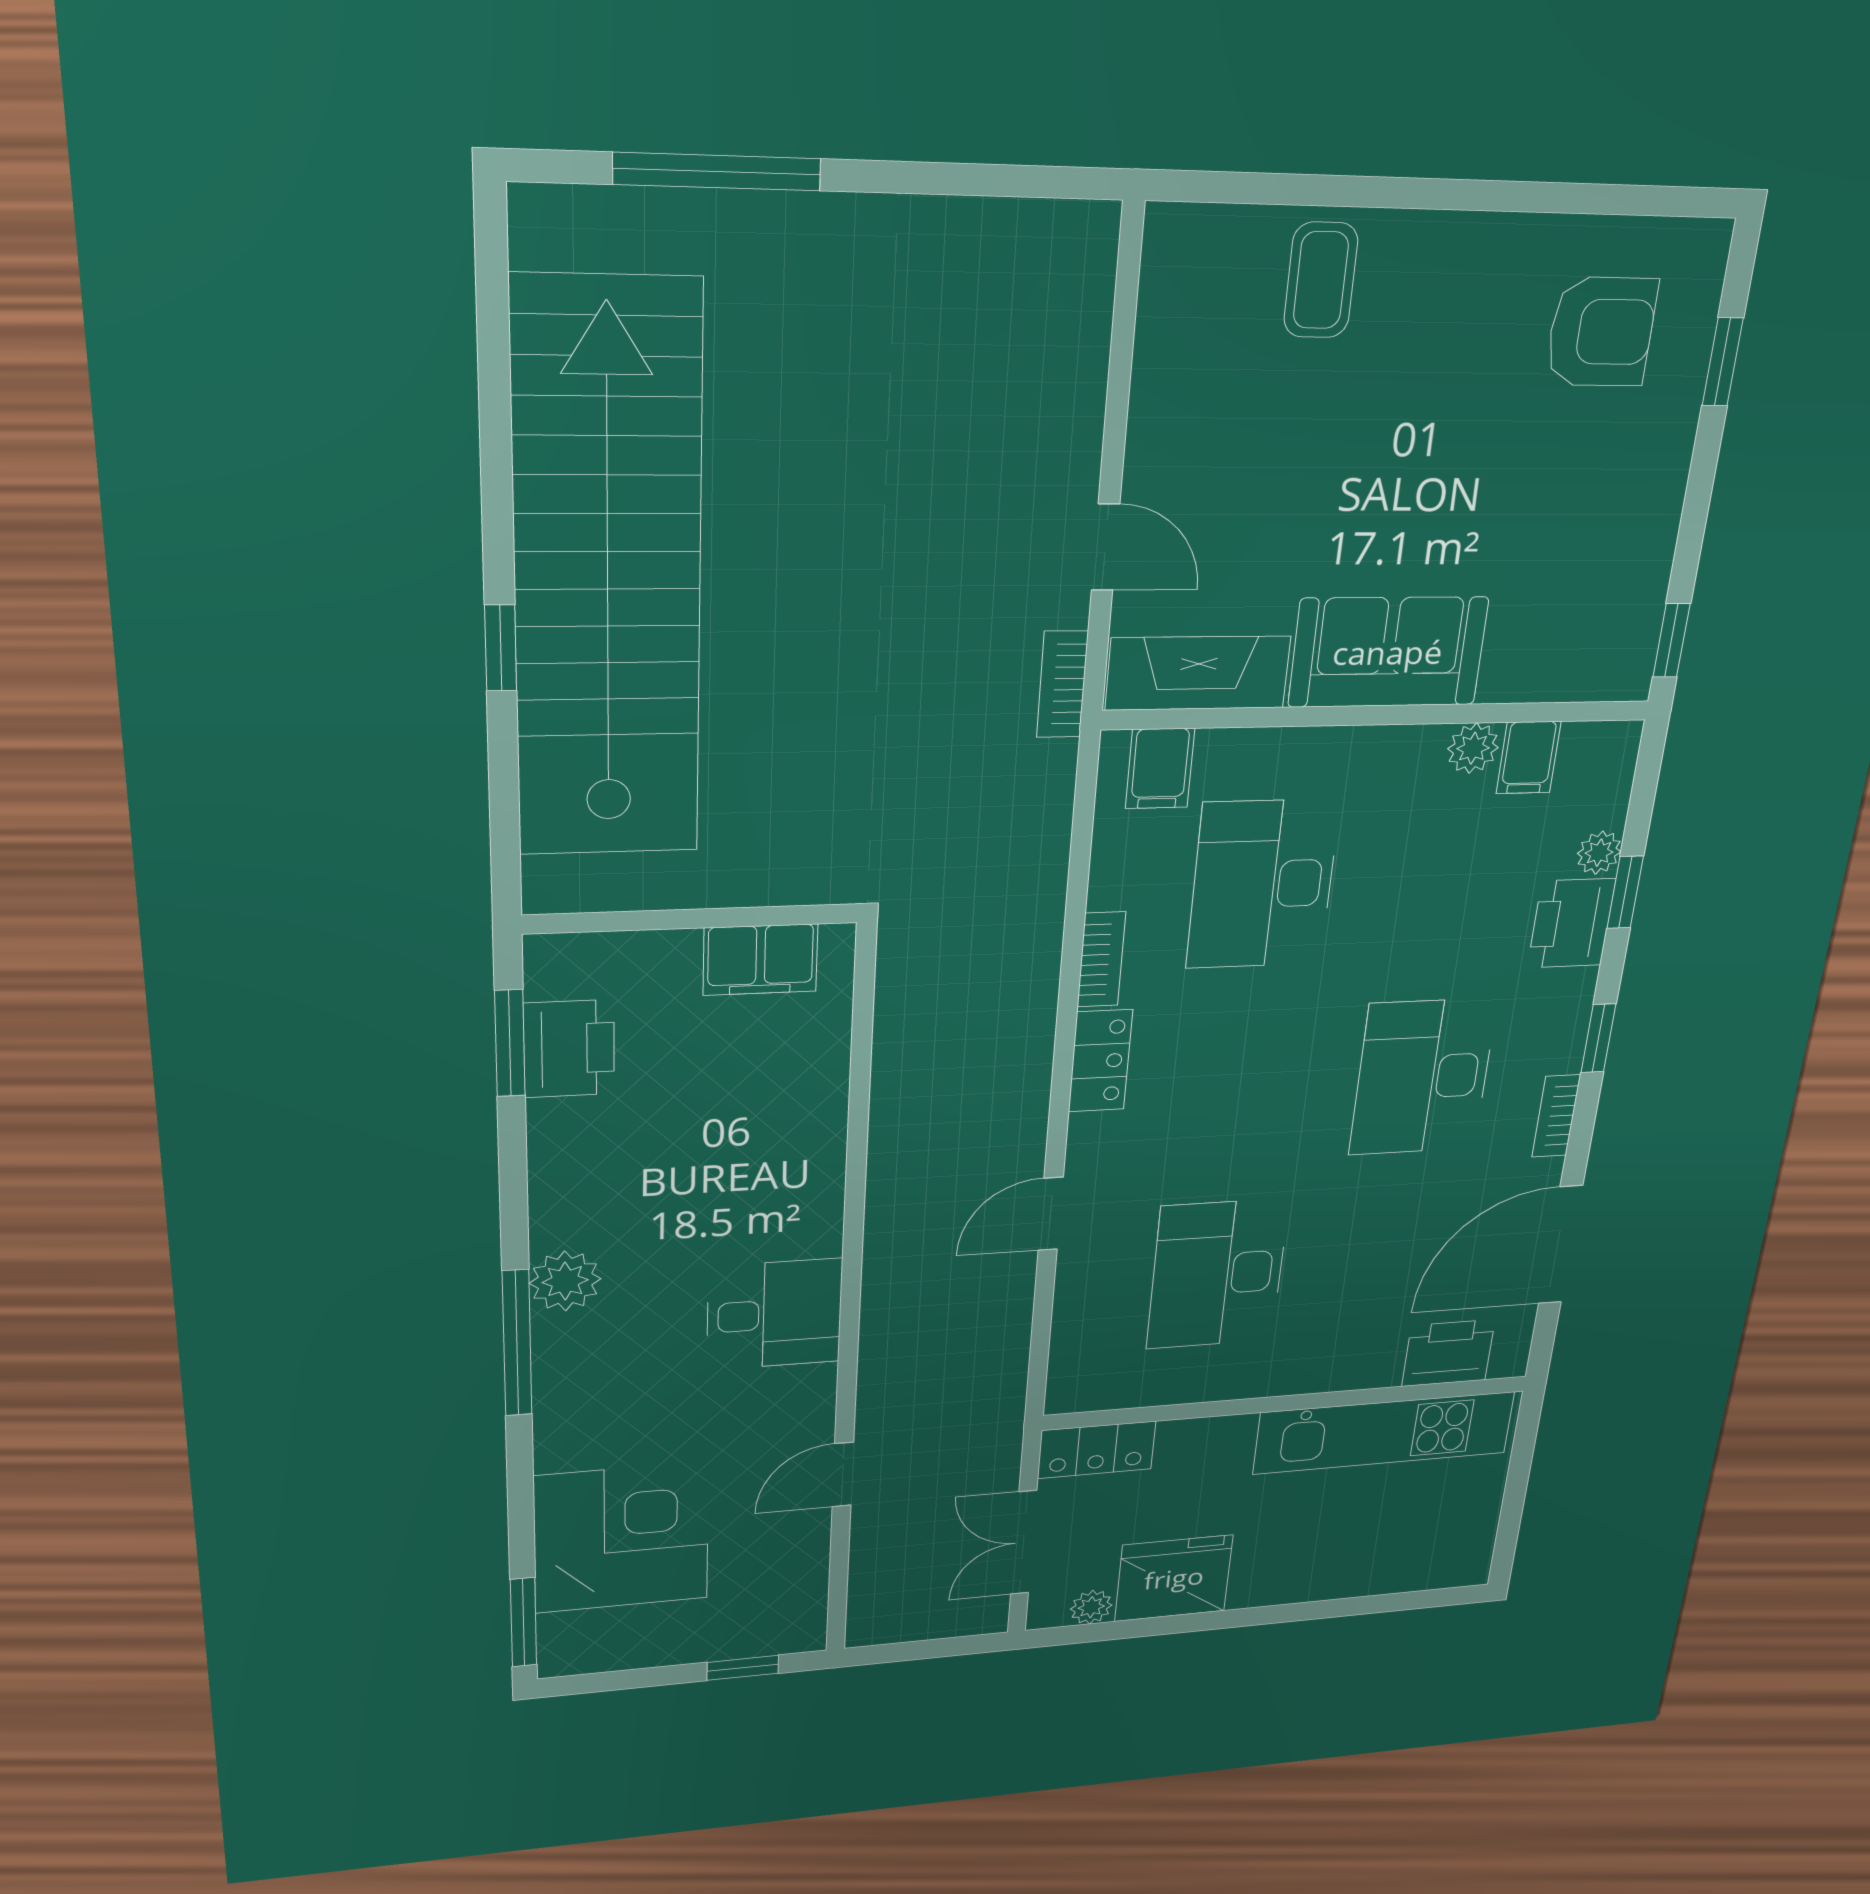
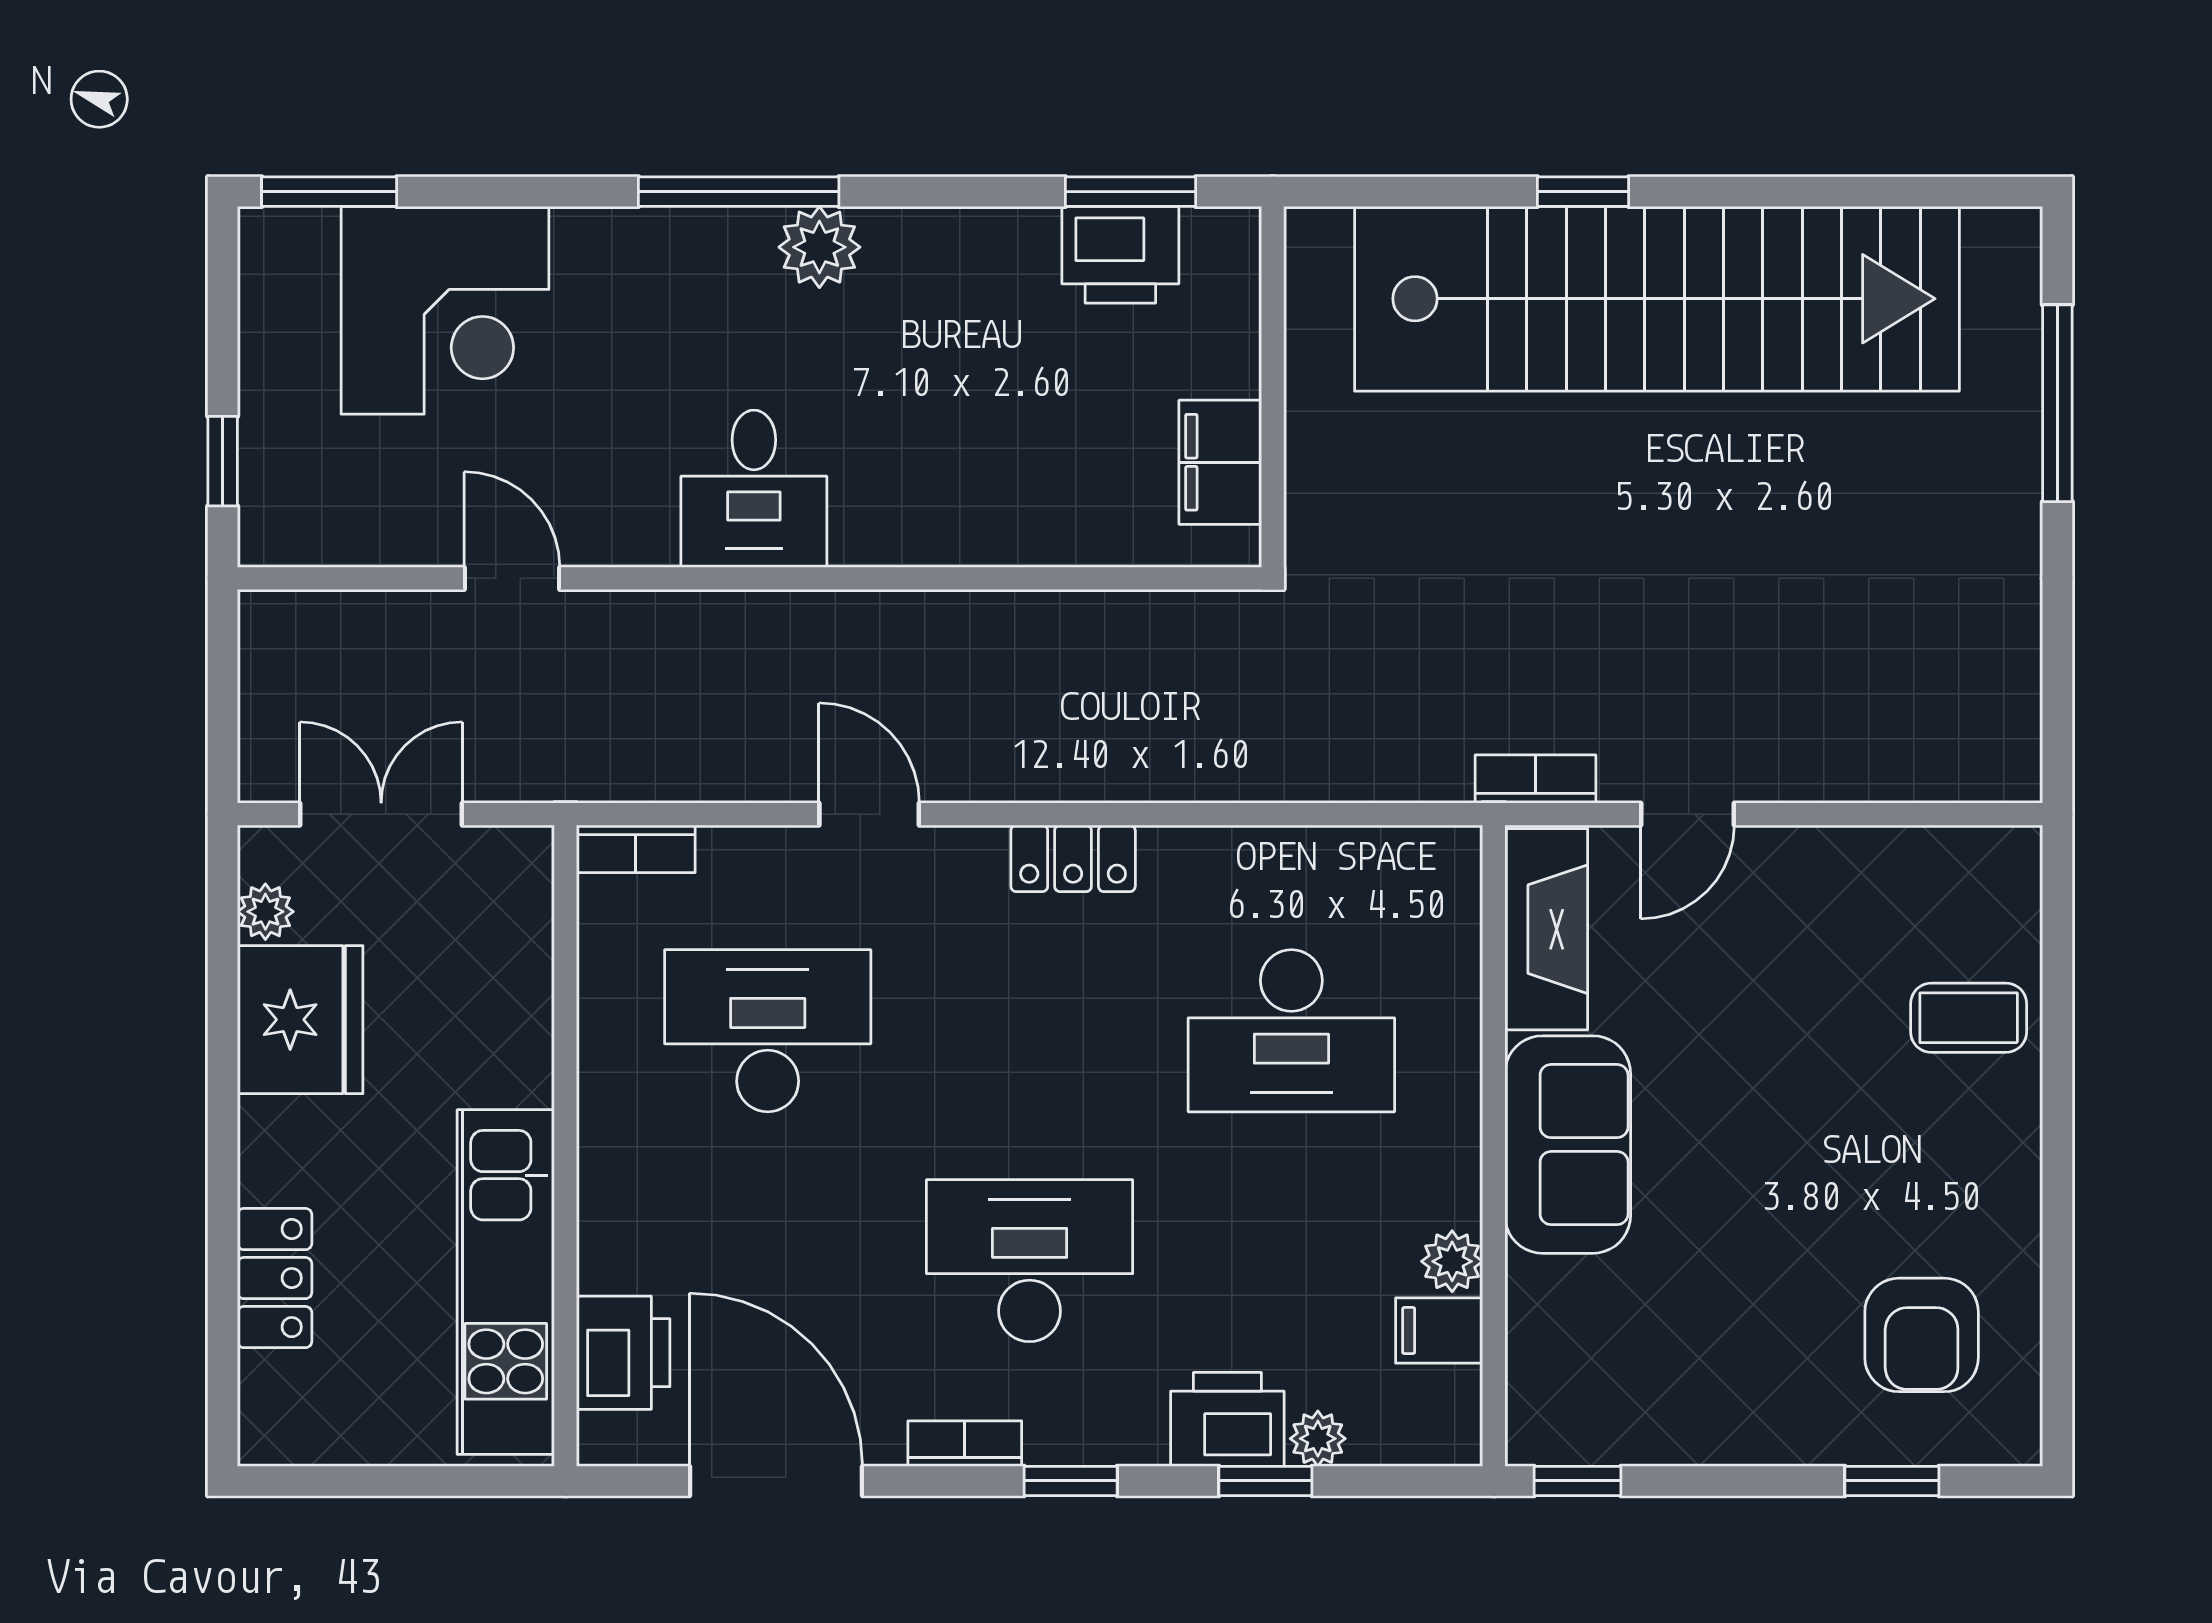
filing cabinet: (1160, 769) -> (1436, 897), removed
desk: (1263, 884) -> (1291, 1031), turned 180
bookcase: (1101, 959) -> (636, 849), moved
locker: (1097, 1450) -> (275, 1278), moved, turned 180

